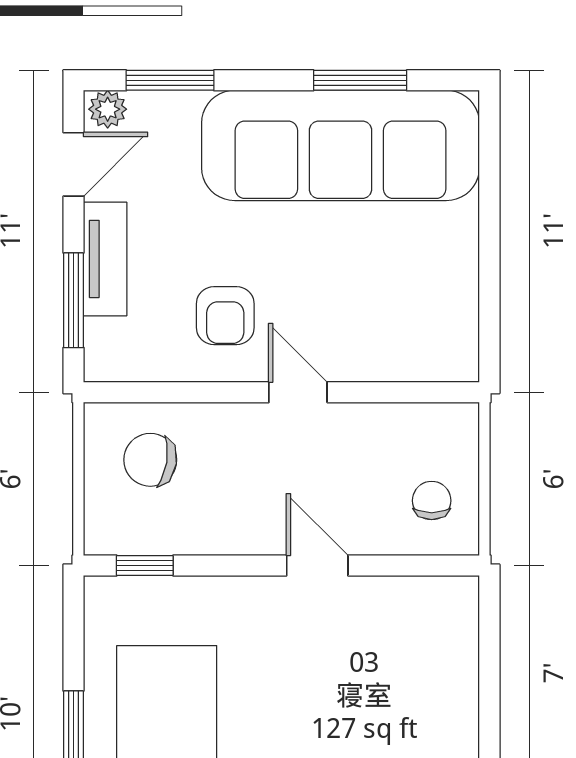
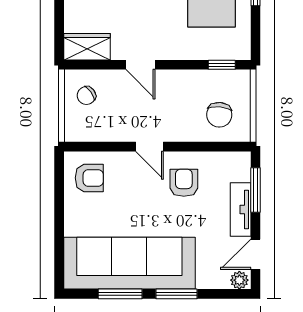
window: (170, 80) -> (177, 294), moved
armchair: (426, 326) -> (89, 178), added
chair: (150, 460) -> (219, 115), turned 86
chair: (432, 501) -> (86, 96), turned 54
wardrobe: (430, 604) -> (87, 47), added

